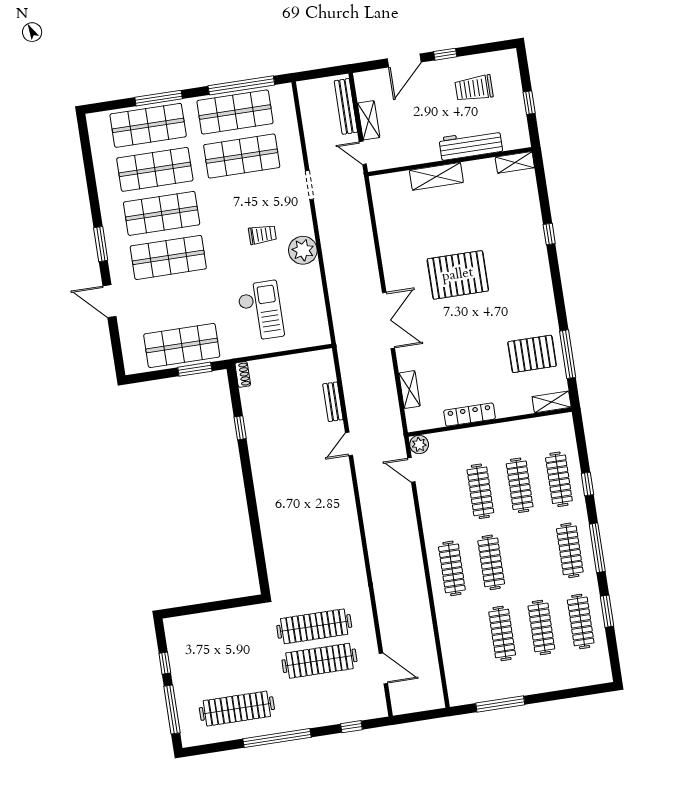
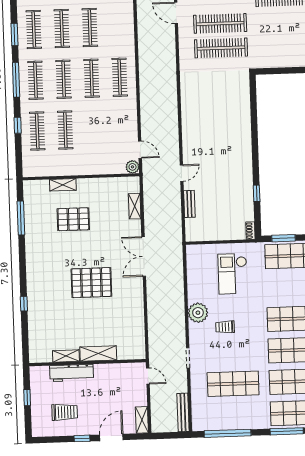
bench: (346, 106) -> (183, 412), moved
shop shelf: (235, 112) -> (234, 415), removed
shelving: (369, 120) -> (142, 420), moved
shelving: (515, 162) -> (66, 356), moved
pallet: (532, 354) -> (73, 219), moved
shelving: (552, 402) -> (63, 185), moved
locker: (470, 415) -> (95, 184), removed
clothes rail: (480, 491) -> (64, 79), moved

